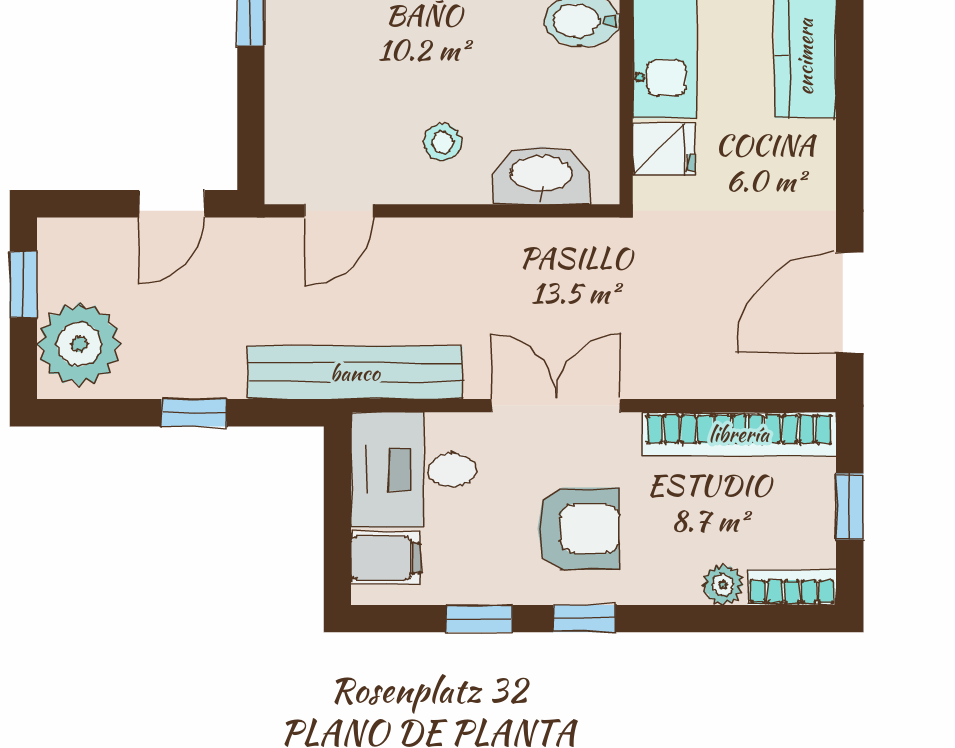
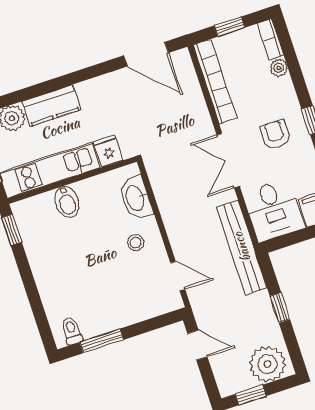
armchair: (579, 529) -> (275, 135), width x0.72, depth x0.72

